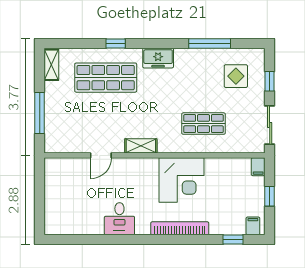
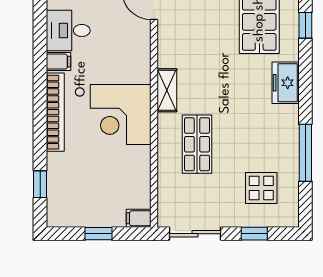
shelving: (141, 146) -> (167, 90), moved
filing cabinet: (253, 226) -> (58, 62), moved

